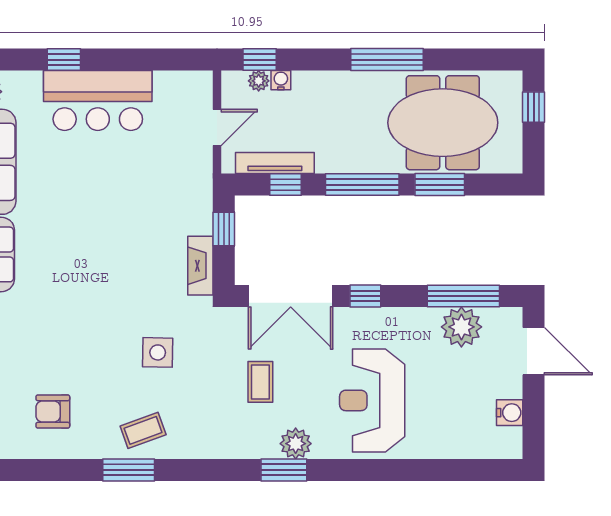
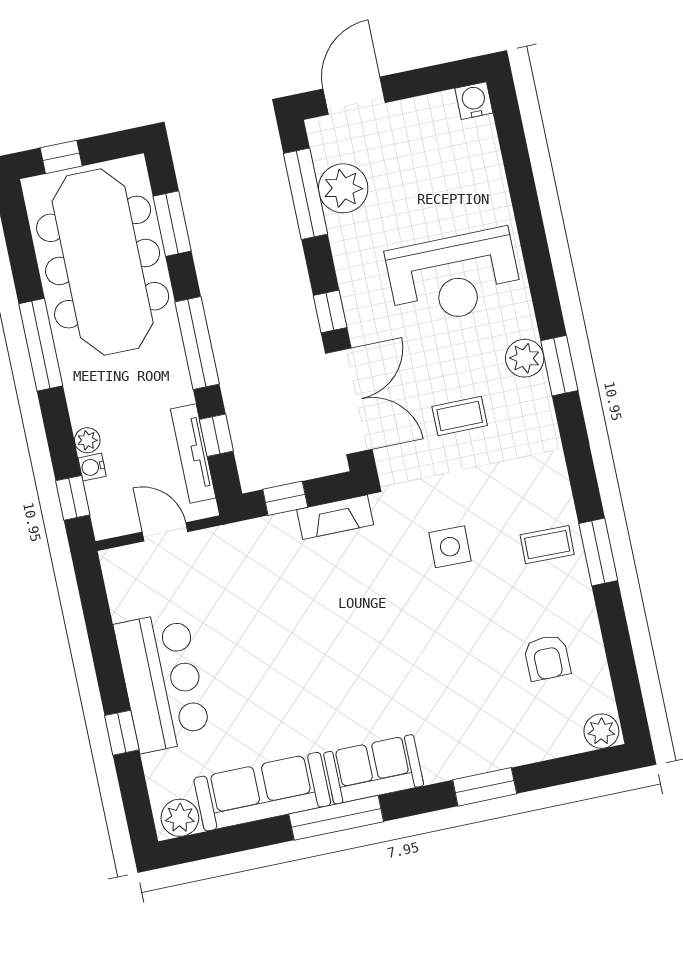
plant: (259, 81) -> (87, 440), moved
meeting table: (443, 123) -> (103, 262), width x1.36
window: (440, 185) -> (172, 224), moved
water cooler: (510, 413) -> (474, 101), moved
coffee table: (143, 430) -> (547, 545), turned -69

